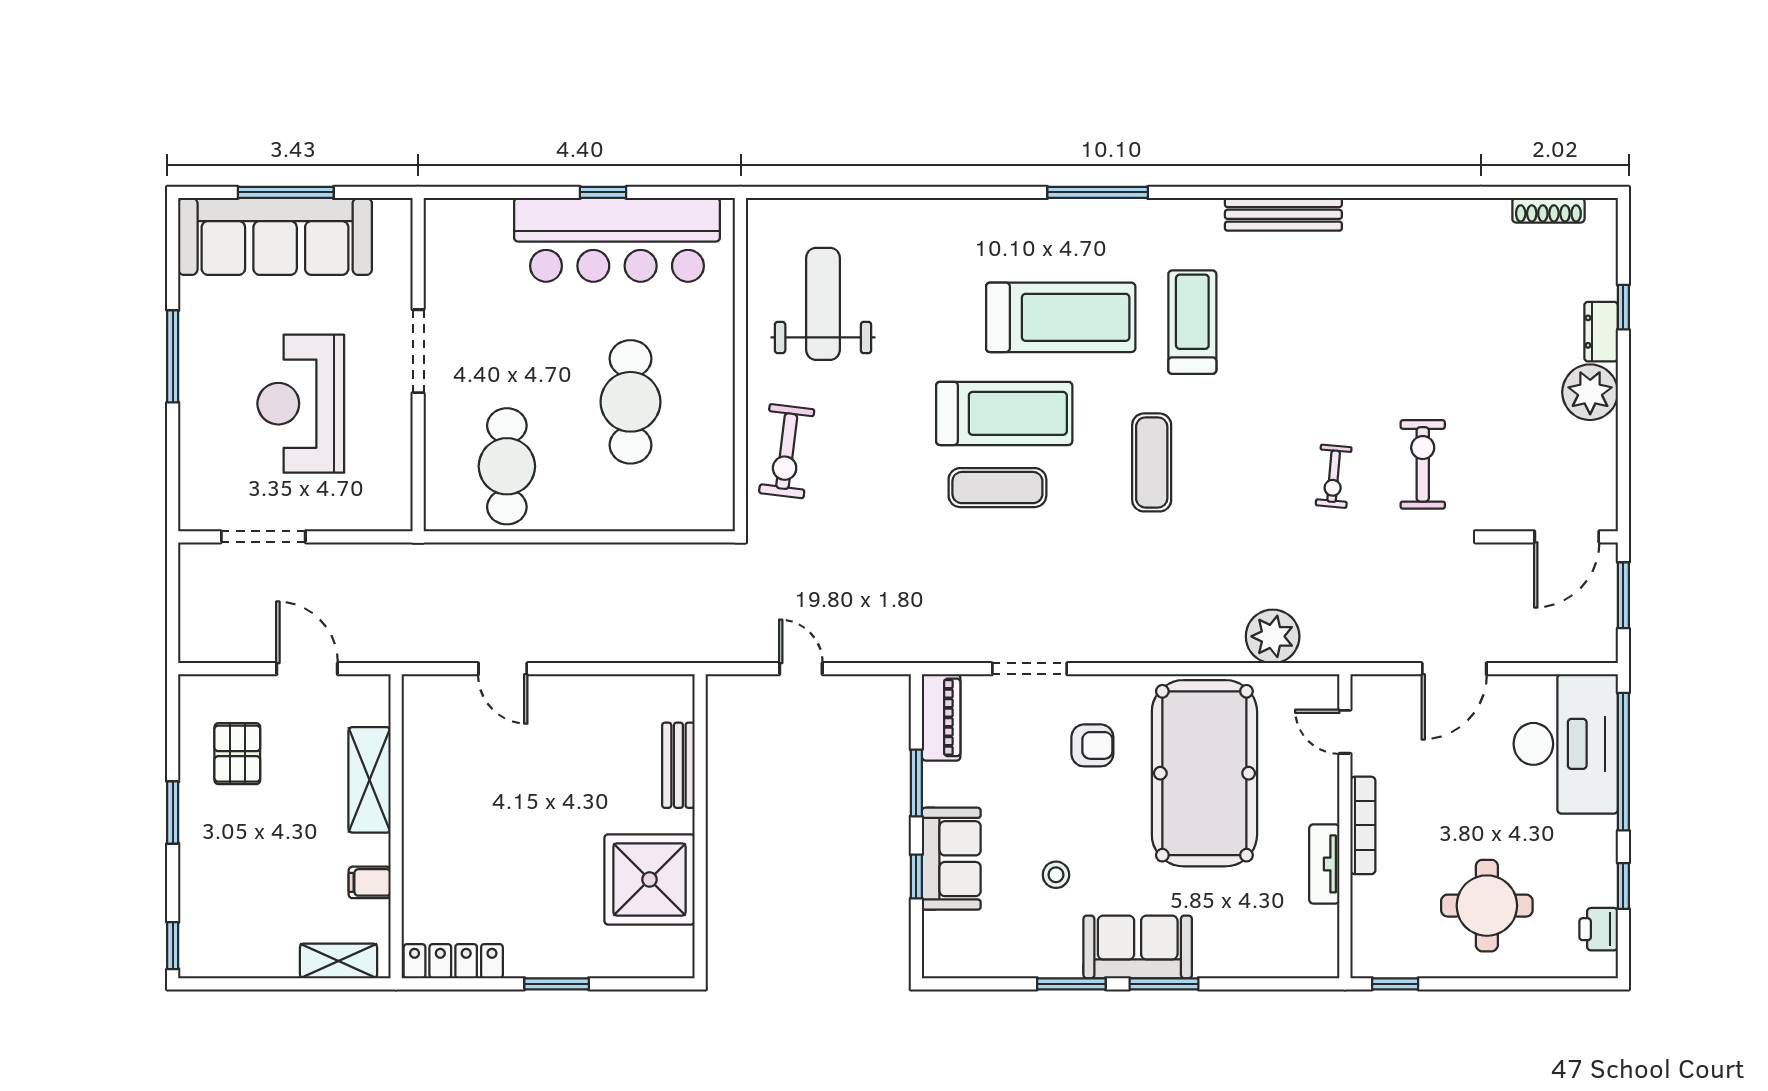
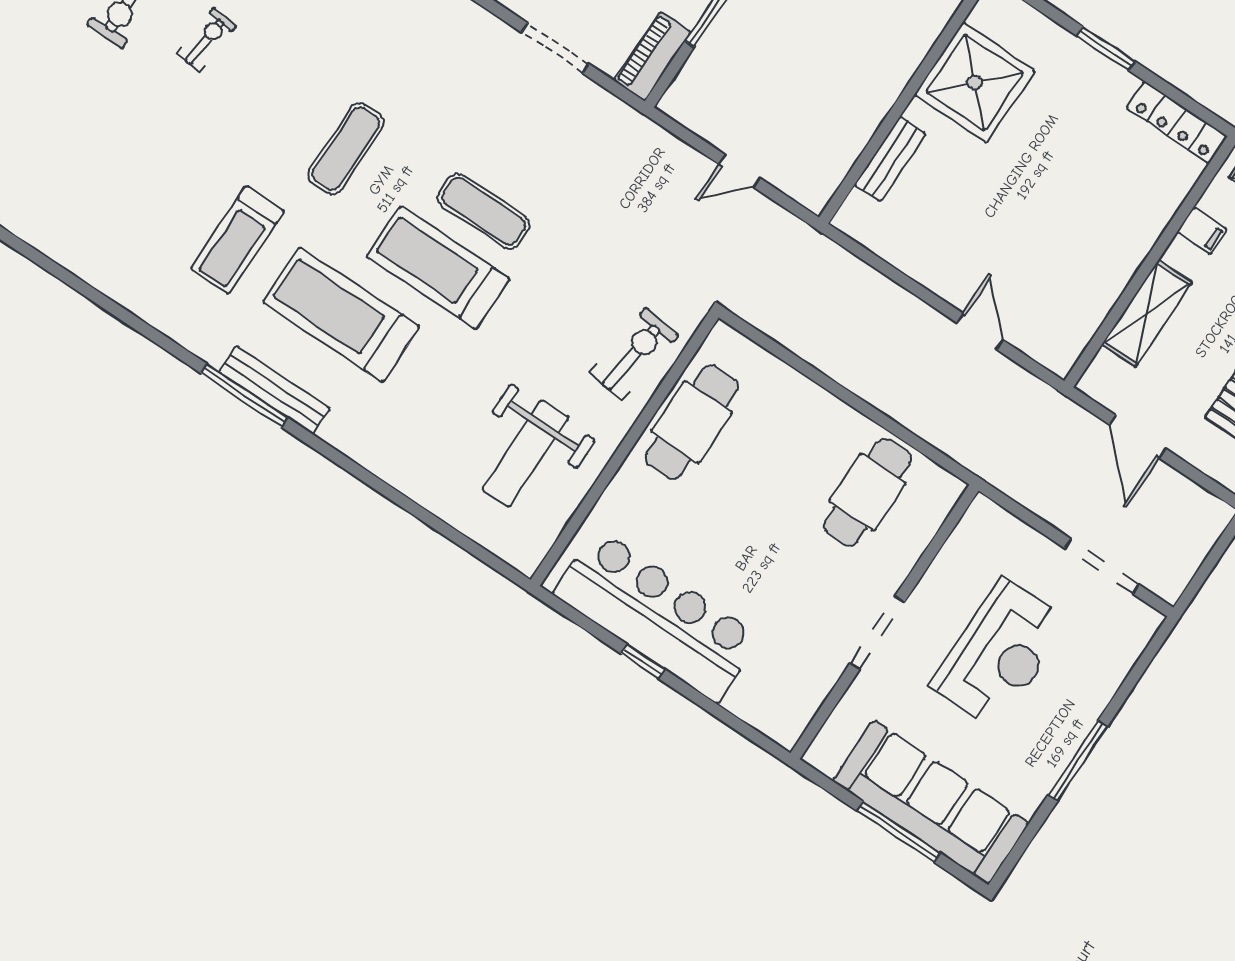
bench: (1283, 214) -> (274, 390), moved
cafe table: (631, 402) -> (692, 422), moved
door: (801, 669) -> (739, 171), hinge flipped

